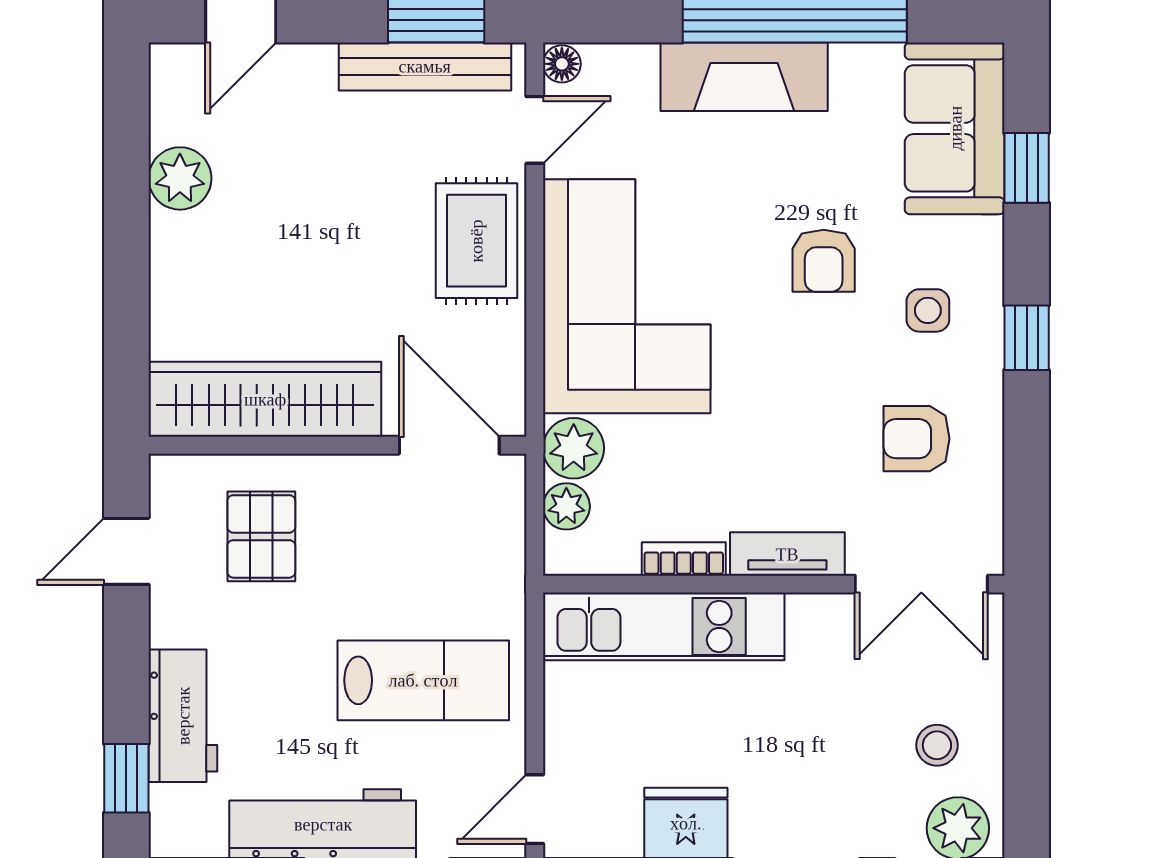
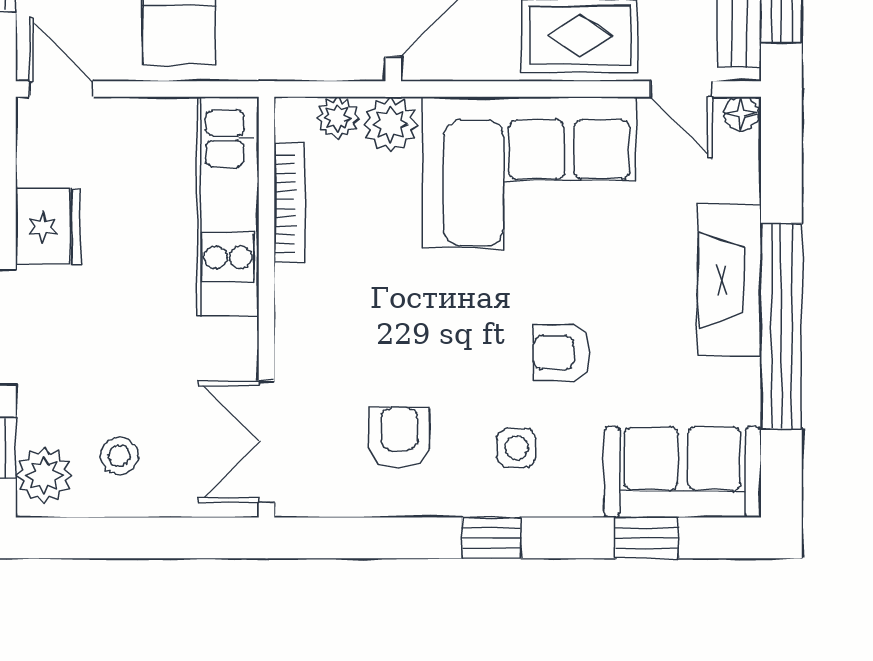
tv unit: (787, 554) -> (294, 320), removed
bookcase: (684, 559) -> (289, 203), width x1.56

